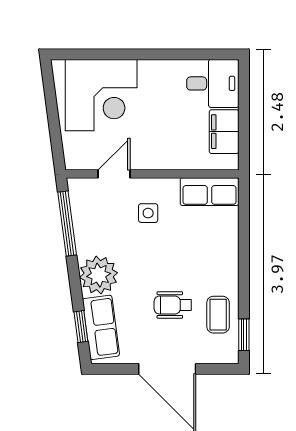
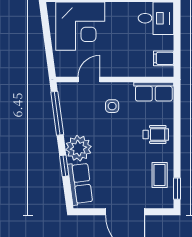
filing cabinet: (224, 132) -> (164, 58), width x0.50
wheelchair: (173, 305) -> (156, 134), moved, turned 180
window: (81, 327) -> (64, 166), moved

